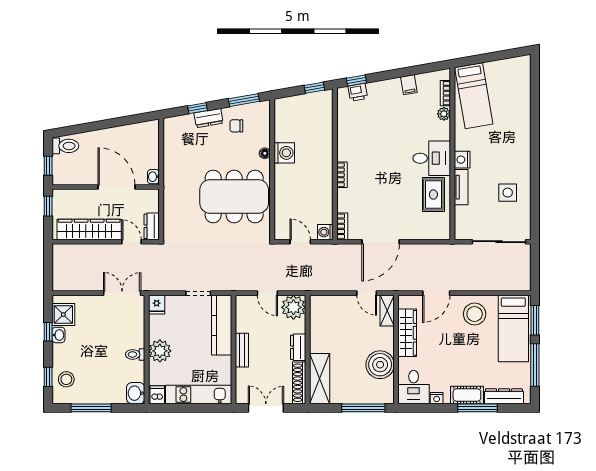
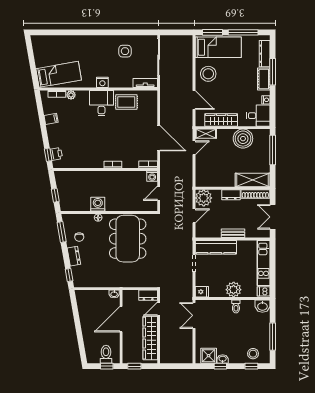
window: (314, 88) -> (55, 195), moved
window: (198, 108) -> (69, 275), moved
toilet: (65, 146) -> (106, 354), moved
tv unit: (461, 187) -> (145, 83), moved

